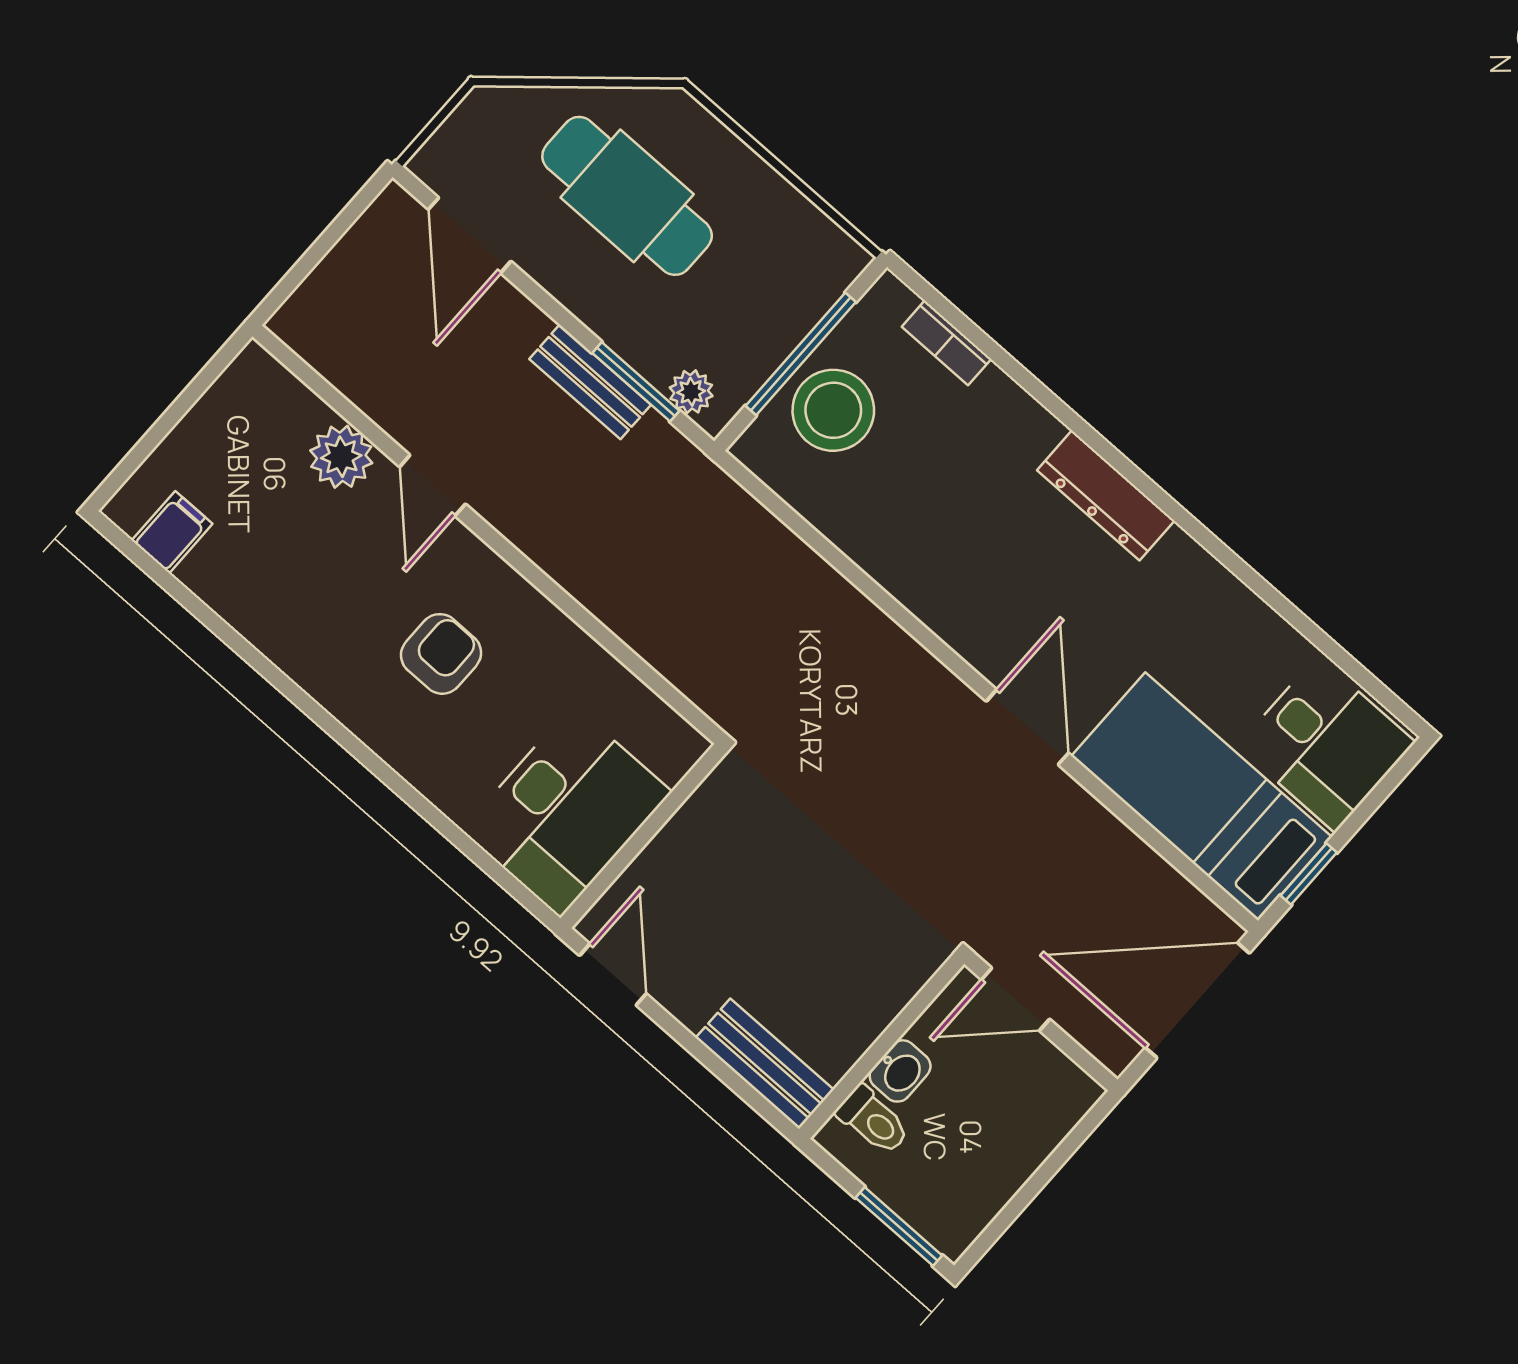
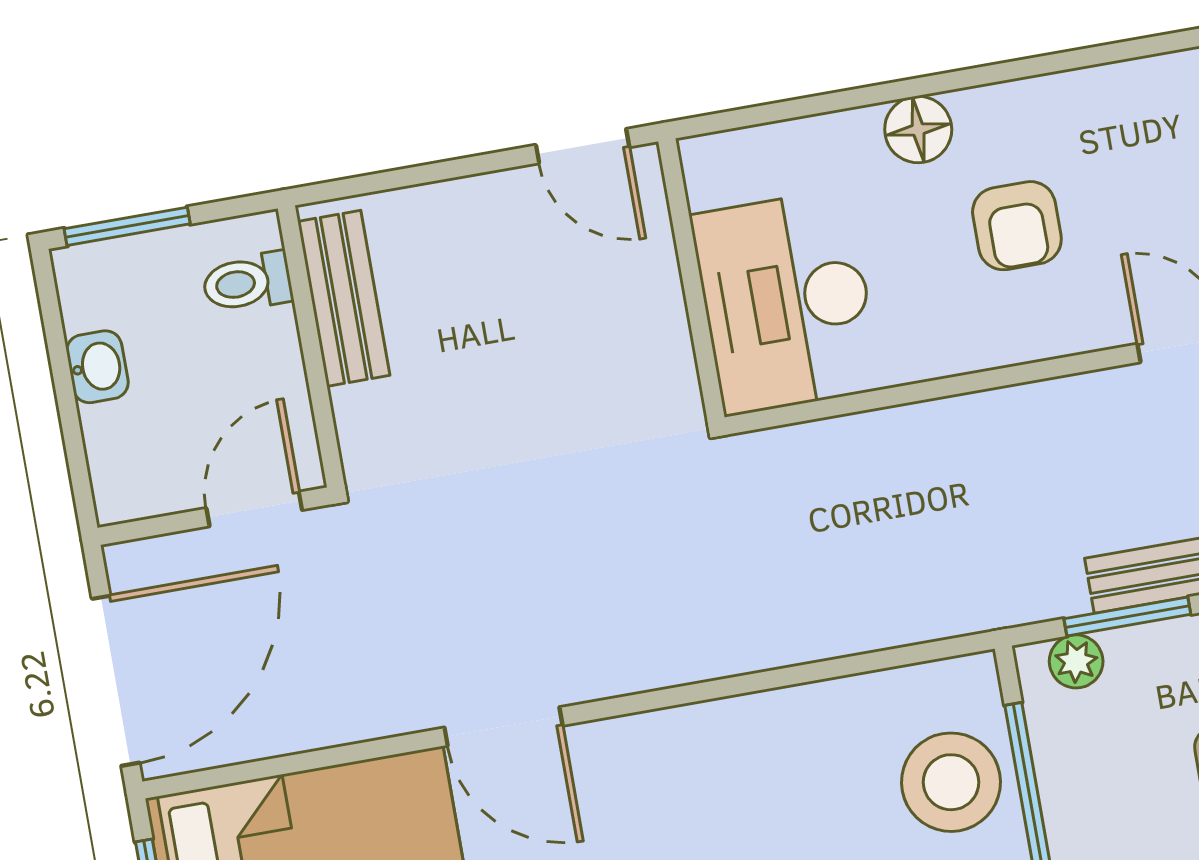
floor lamp: (430, 767) -> (918, 130), added
desk: (567, 811) -> (786, 302), moved
bench: (765, 1064) -> (344, 298), moved, turned 90
washbasin: (900, 1071) -> (97, 367), moved, turned 180

